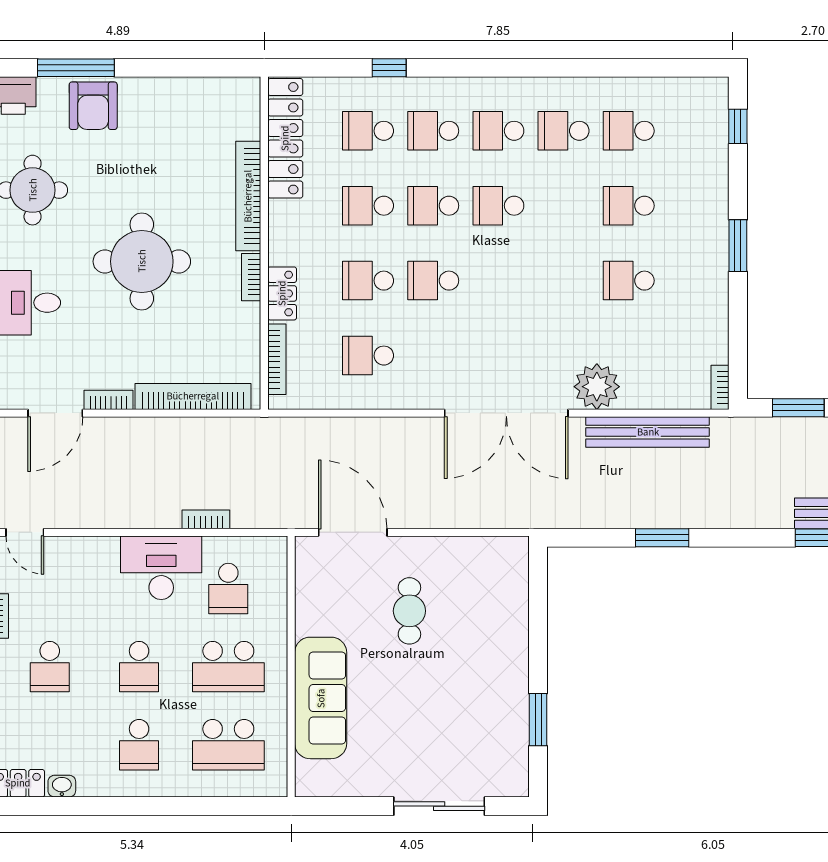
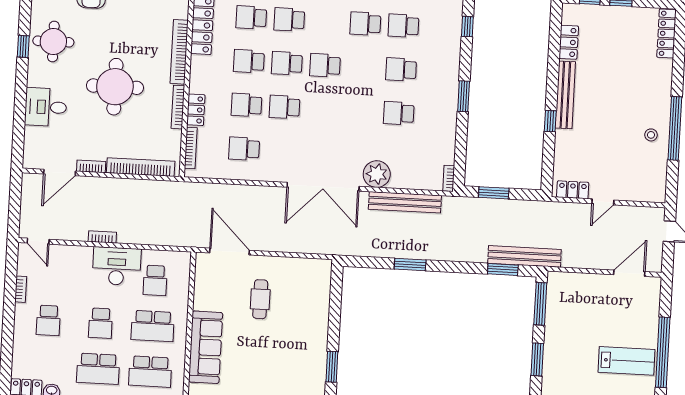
school desk: (498, 131) -> (327, 22), removed
bookcase: (251, 277) -> (178, 107), width x1.56
bookcase: (206, 519) -> (102, 237), moved
school desk: (139, 745) -> (98, 369), width x1.85

